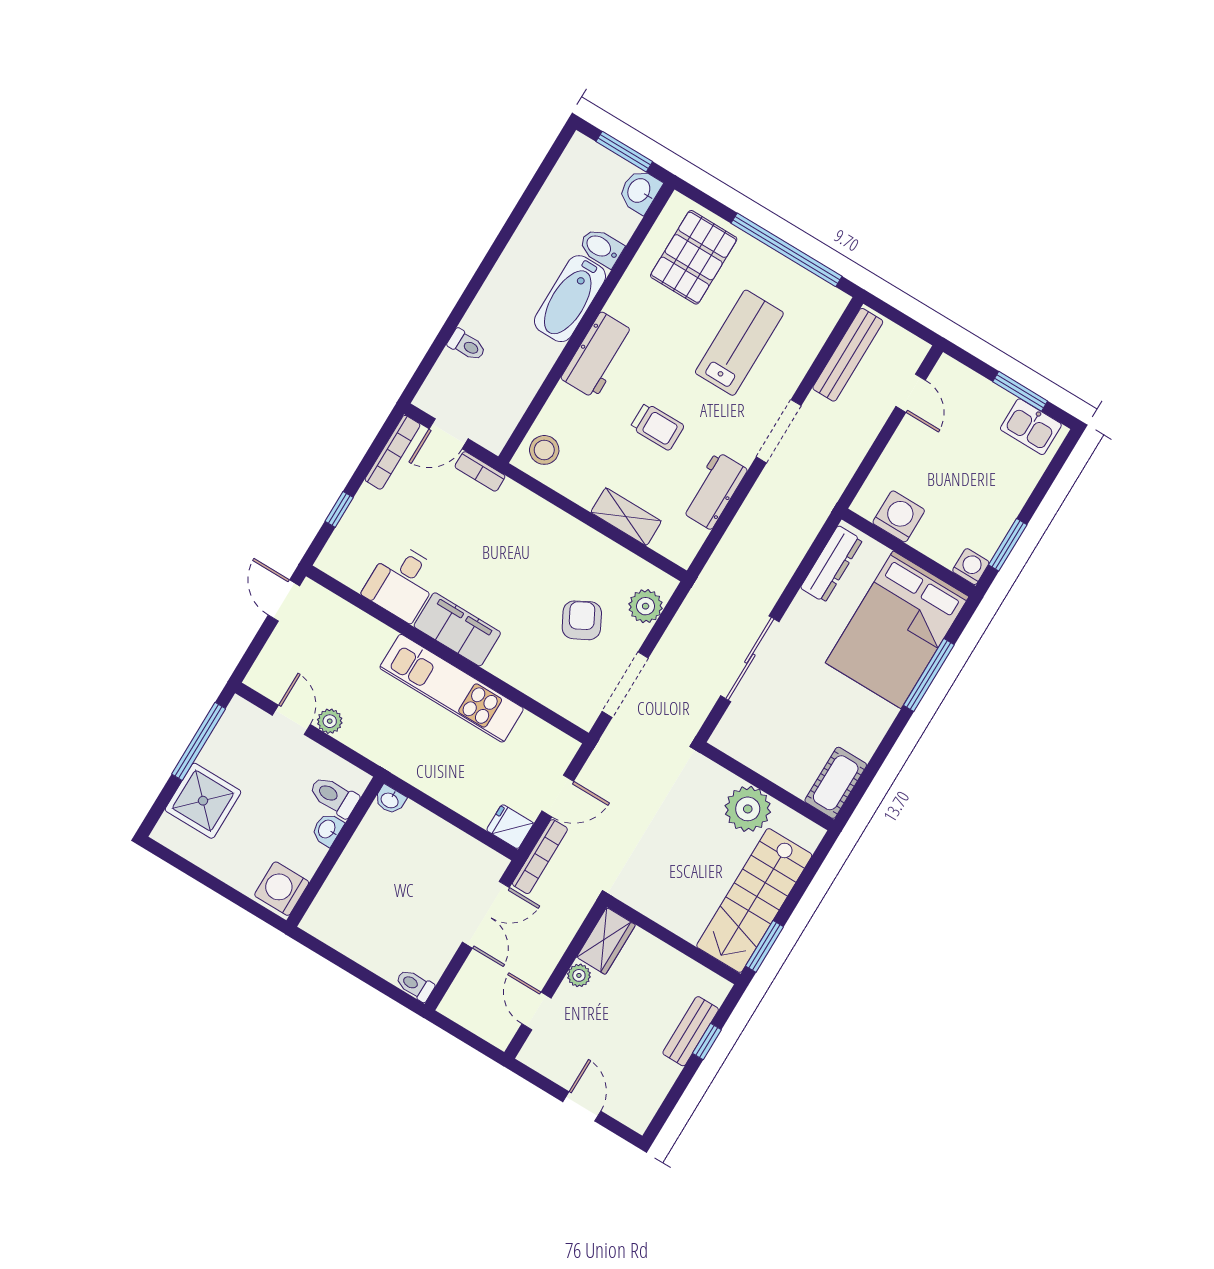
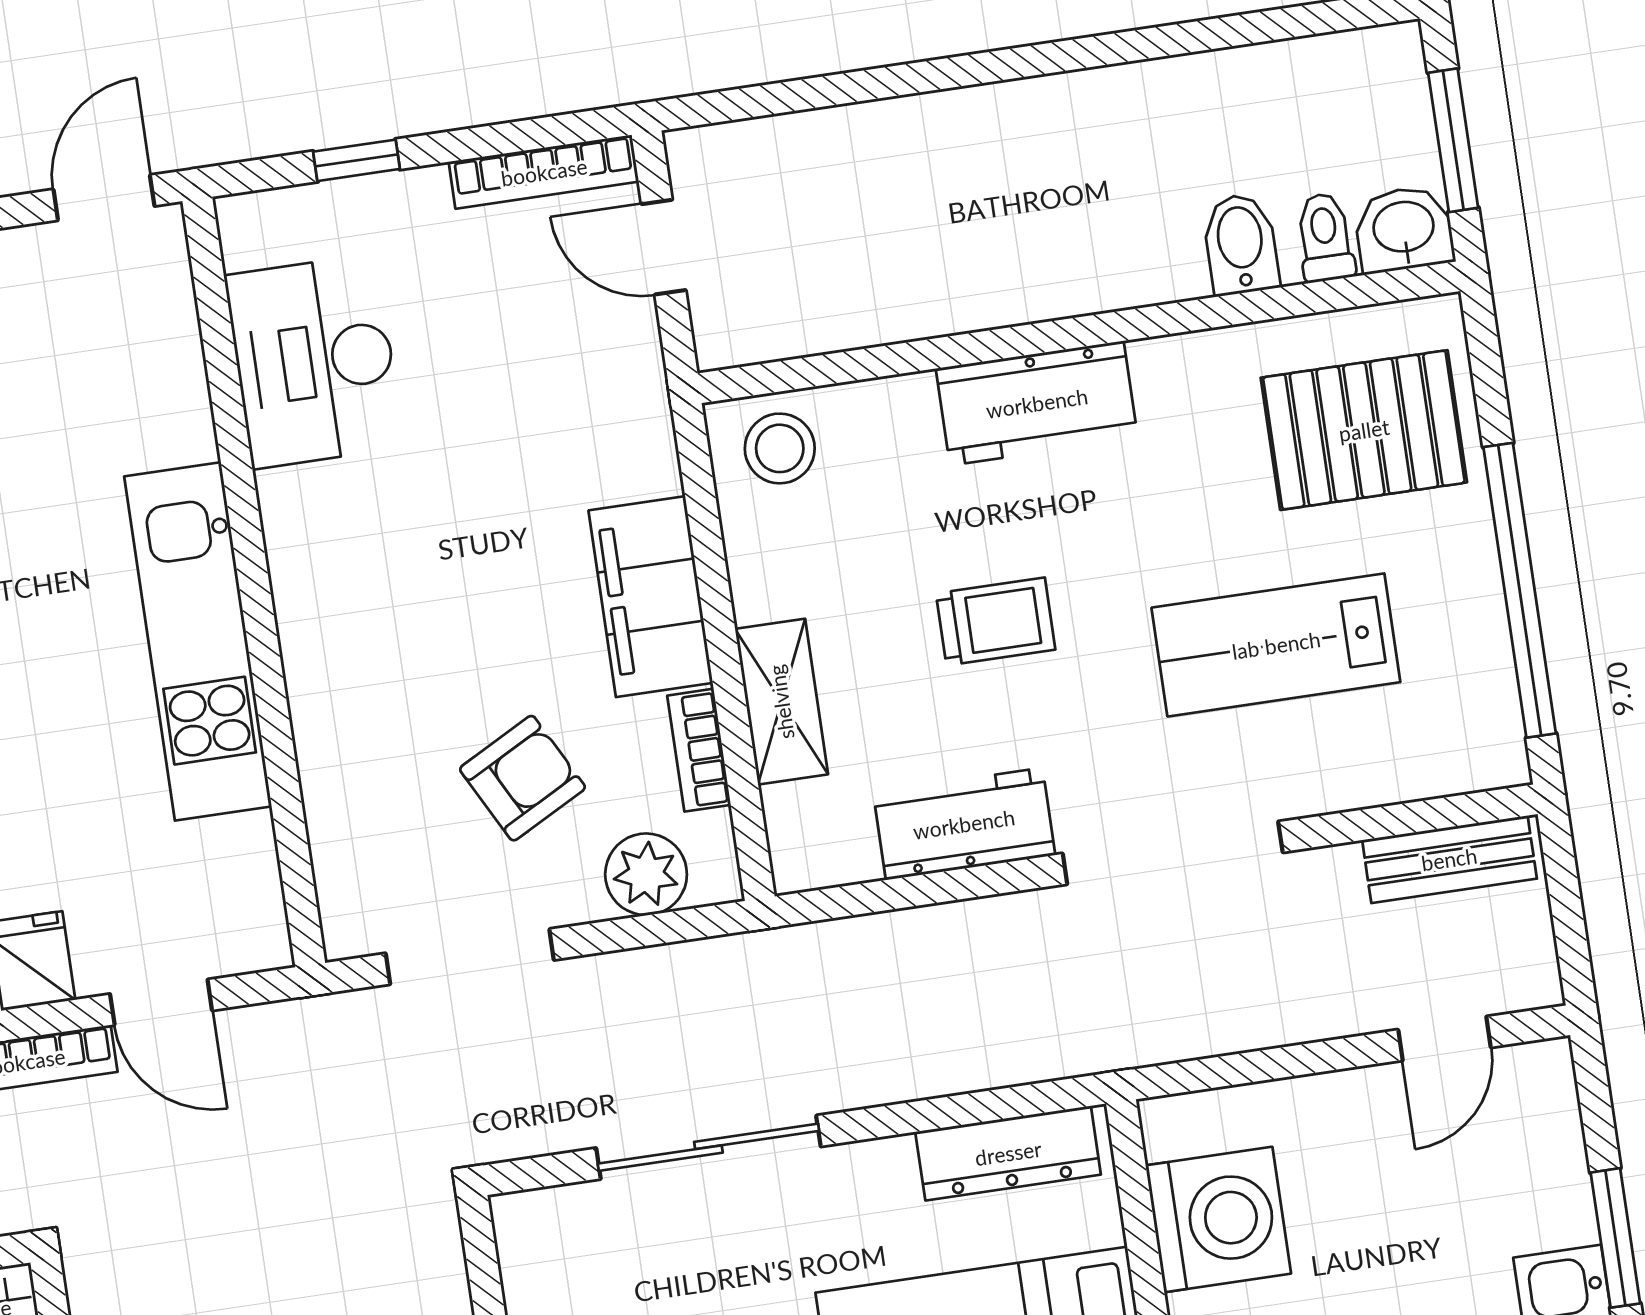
bathtub: (570, 299) -> (1099, 265), removed
lab bench: (739, 343) -> (1276, 645), turned 180
toilet: (467, 345) -> (1325, 237), moved, turned 180
bench: (848, 355) -> (1449, 859), width x0.73
trolley: (657, 427) -> (996, 621), turned -90
doorway: (779, 431) -> (1173, 853), width x1.36
bookcase: (480, 471) -> (699, 750), moved
washing machine: (899, 516) -> (1218, 1219), width x1.37, depth x1.37
desk: (402, 582) -> (314, 361), width x1.37
filing cabinet: (457, 629) -> (651, 597), moved, turned 180

